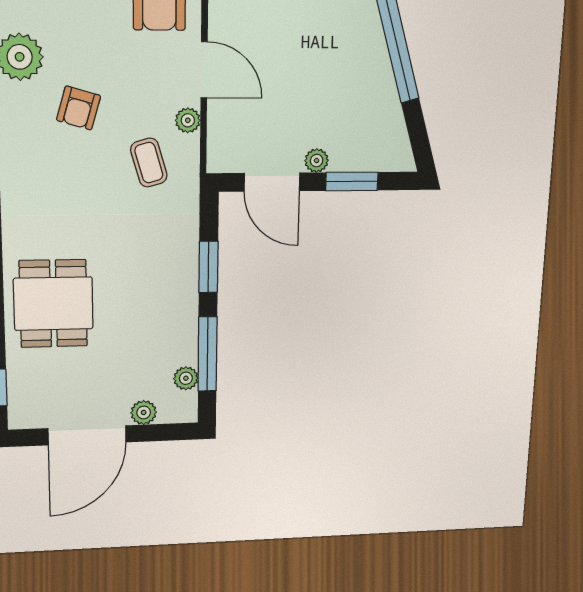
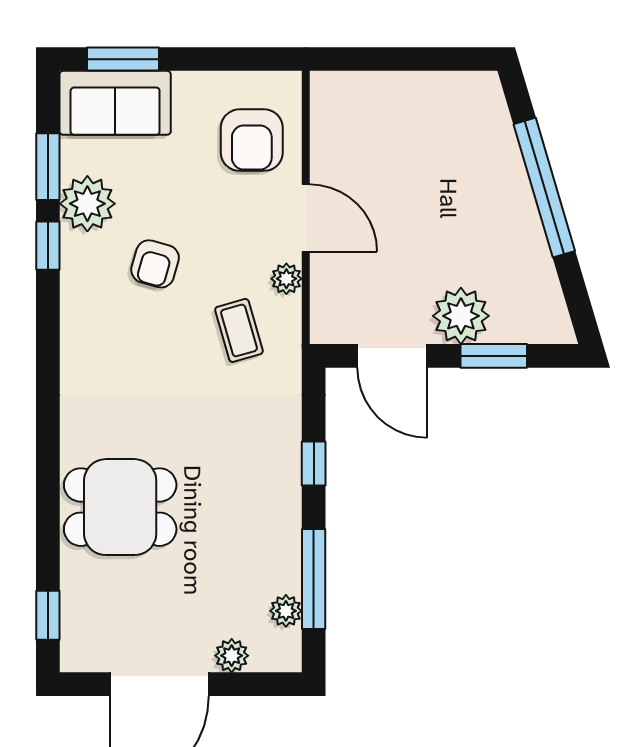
plant: (317, 161) -> (461, 316), width x1.88, depth x1.88
window: (208, 267) -> (314, 464), width x0.67
dining table: (53, 304) -> (120, 507), turned 90

